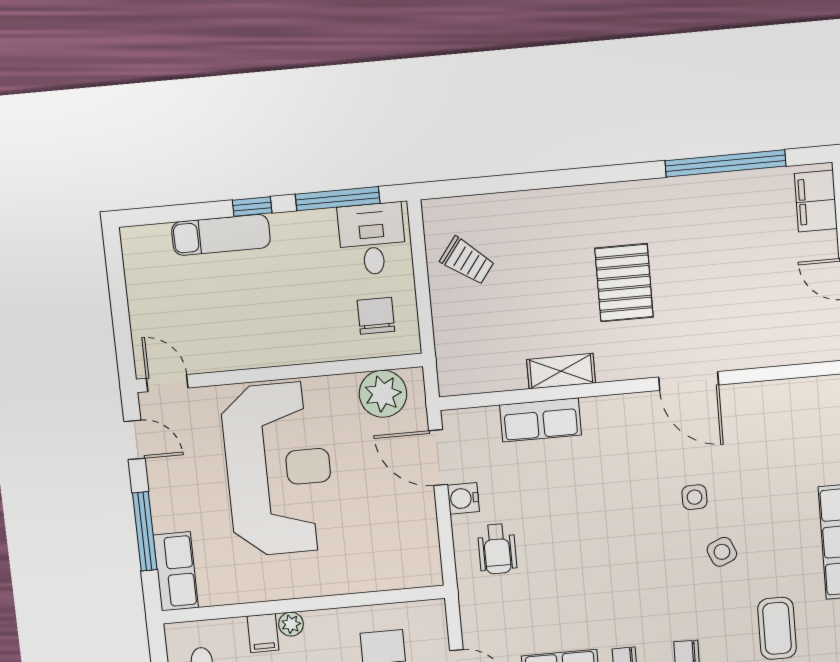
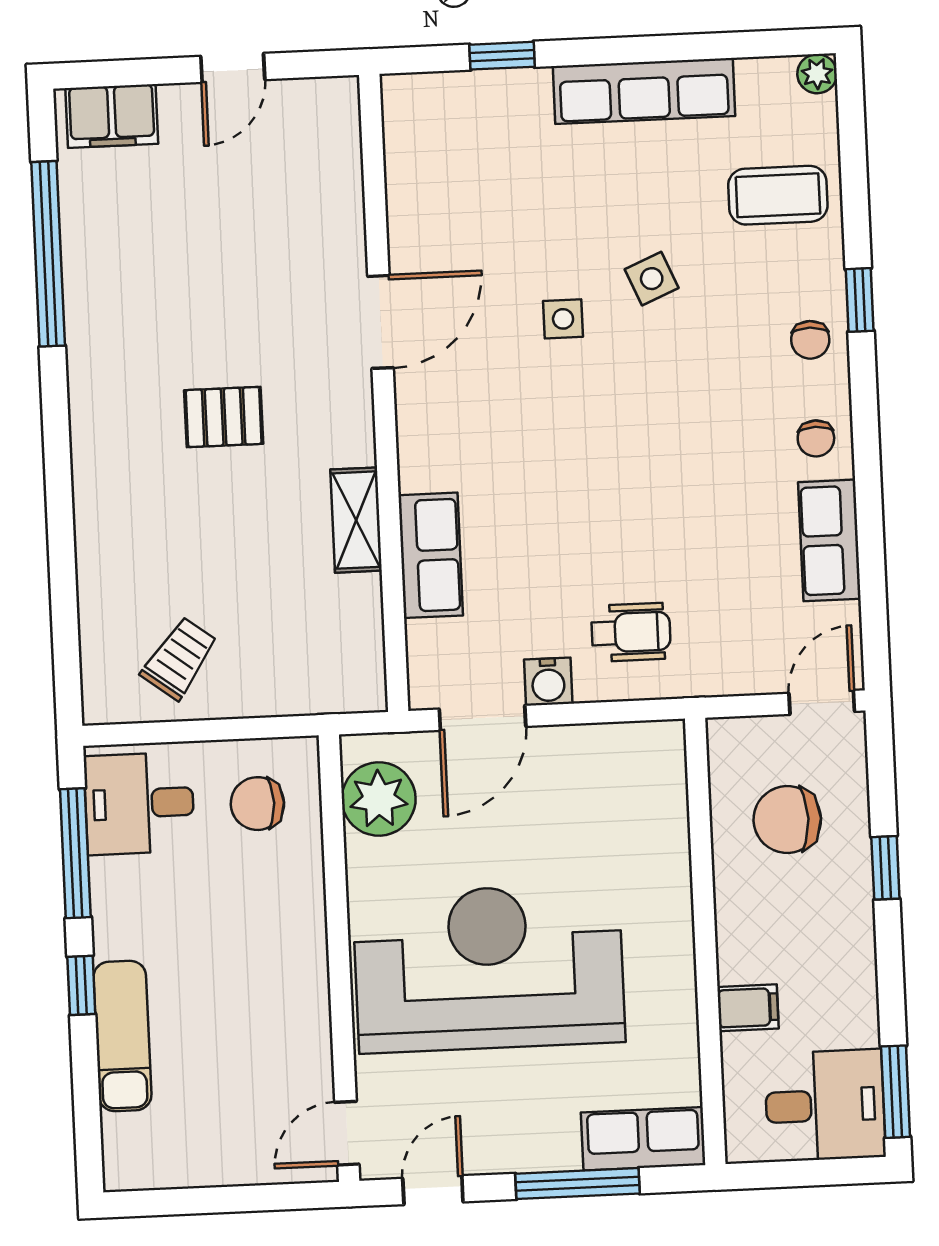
pallet: (624, 283) -> (224, 417), width x0.67, depth x0.71
plant: (291, 624) -> (736, 963), removed

